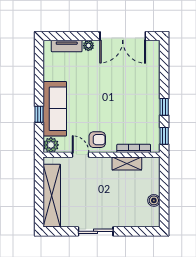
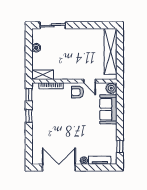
sofa: (55, 109) -> (108, 109), width x0.73
window: (39, 114) -> (120, 147), moved
shelving: (127, 163) -> (43, 75), moved
sliding door: (96, 231) -> (53, 25), moved

